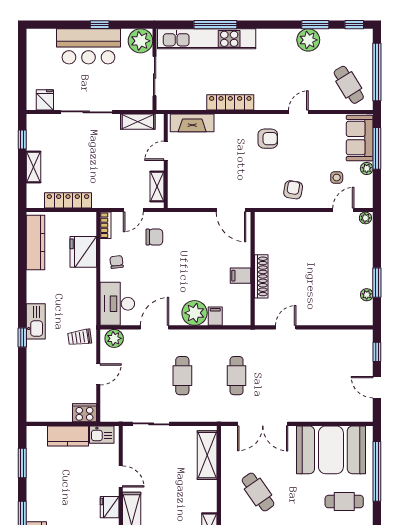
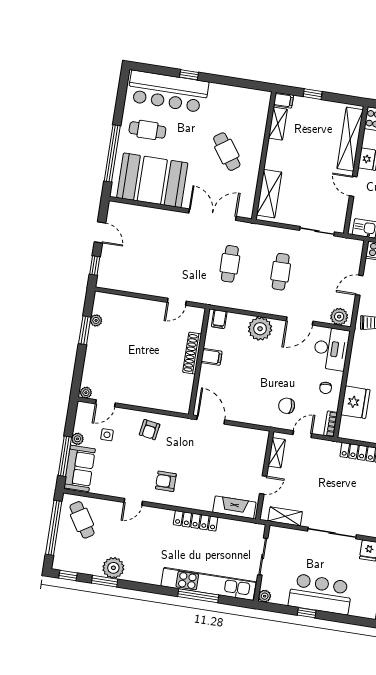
plant: (140, 41) -> (265, 596), width x0.53, depth x0.53
filing cabinet: (215, 316) -> (219, 319), moved

